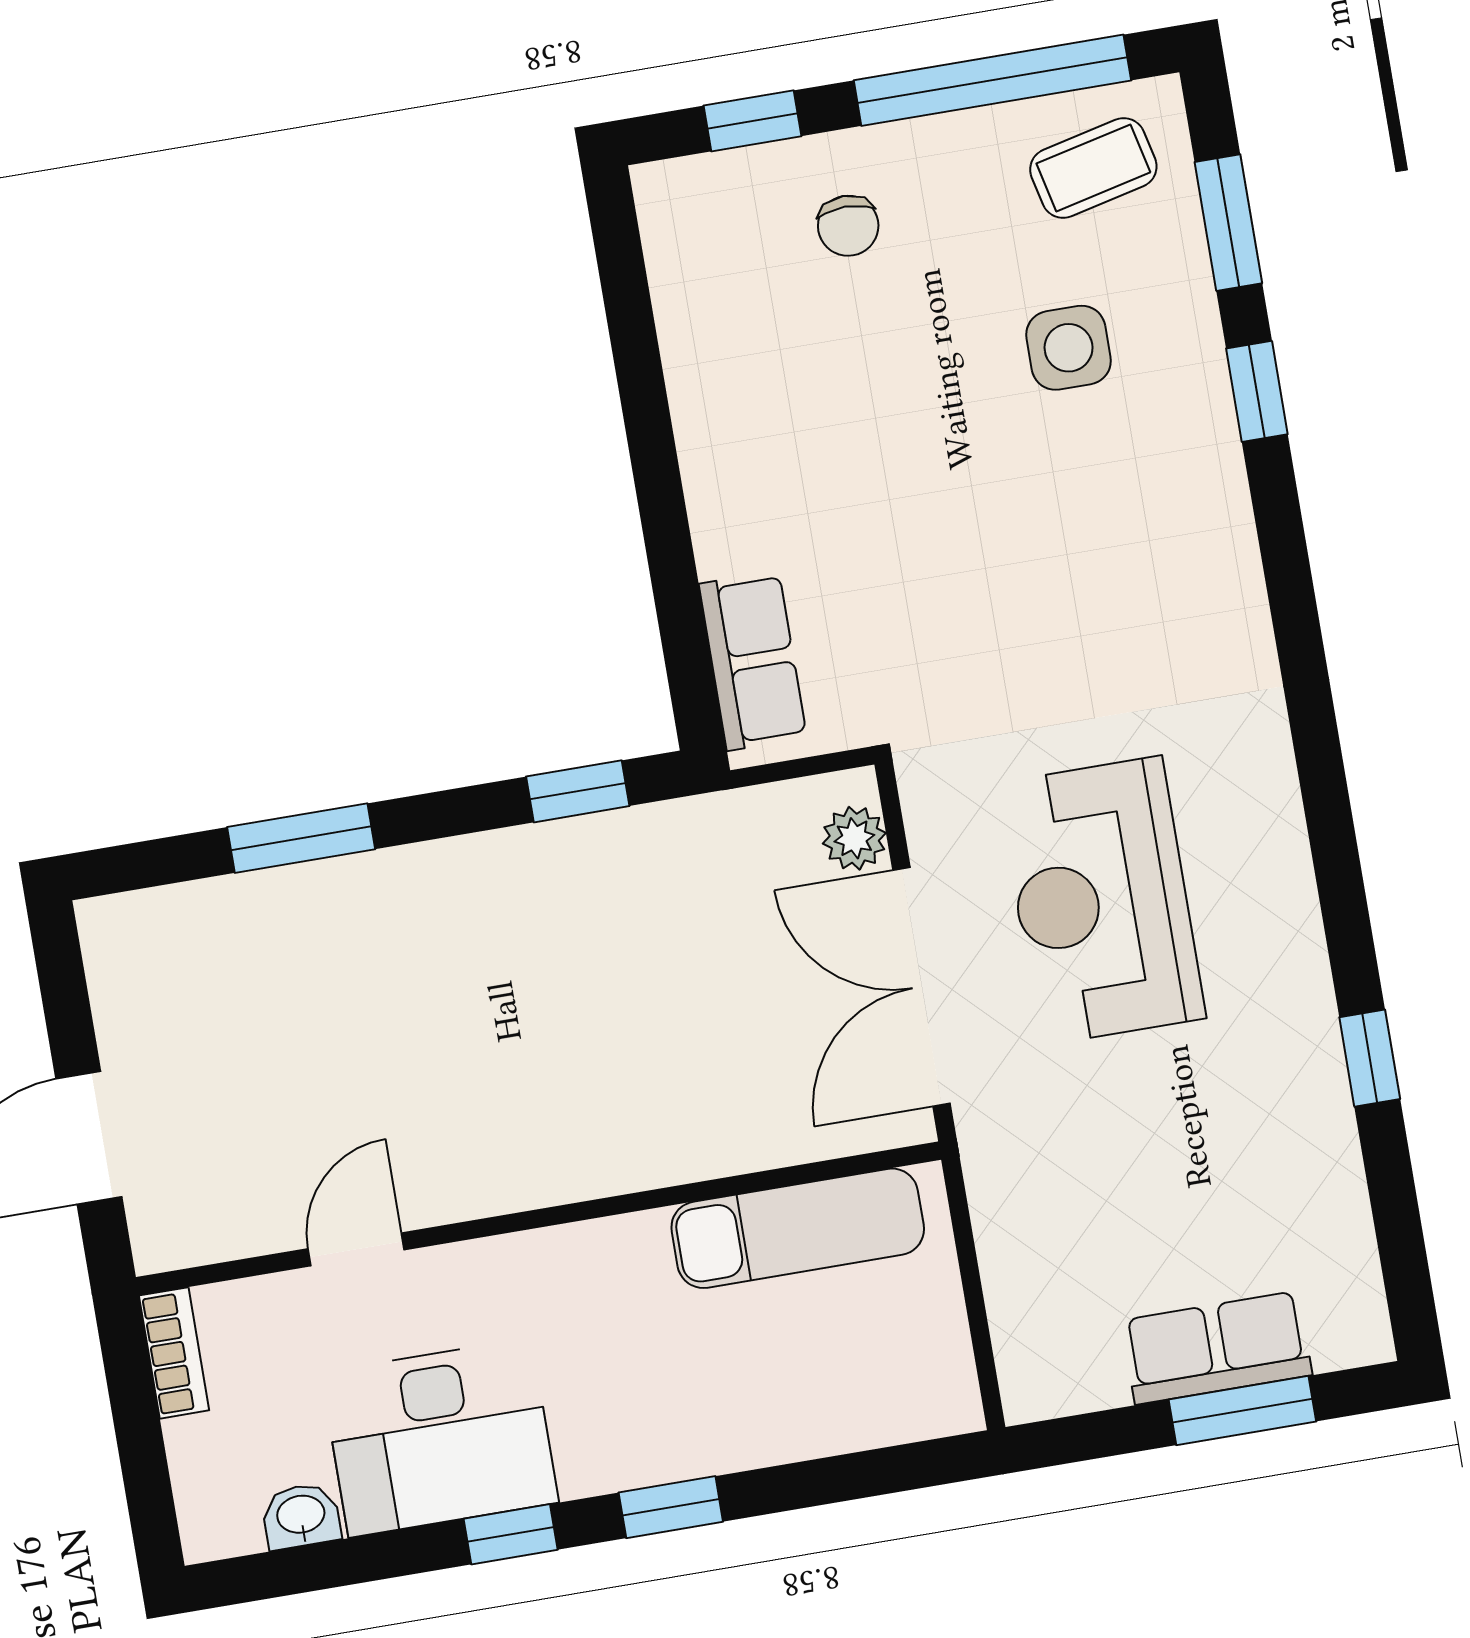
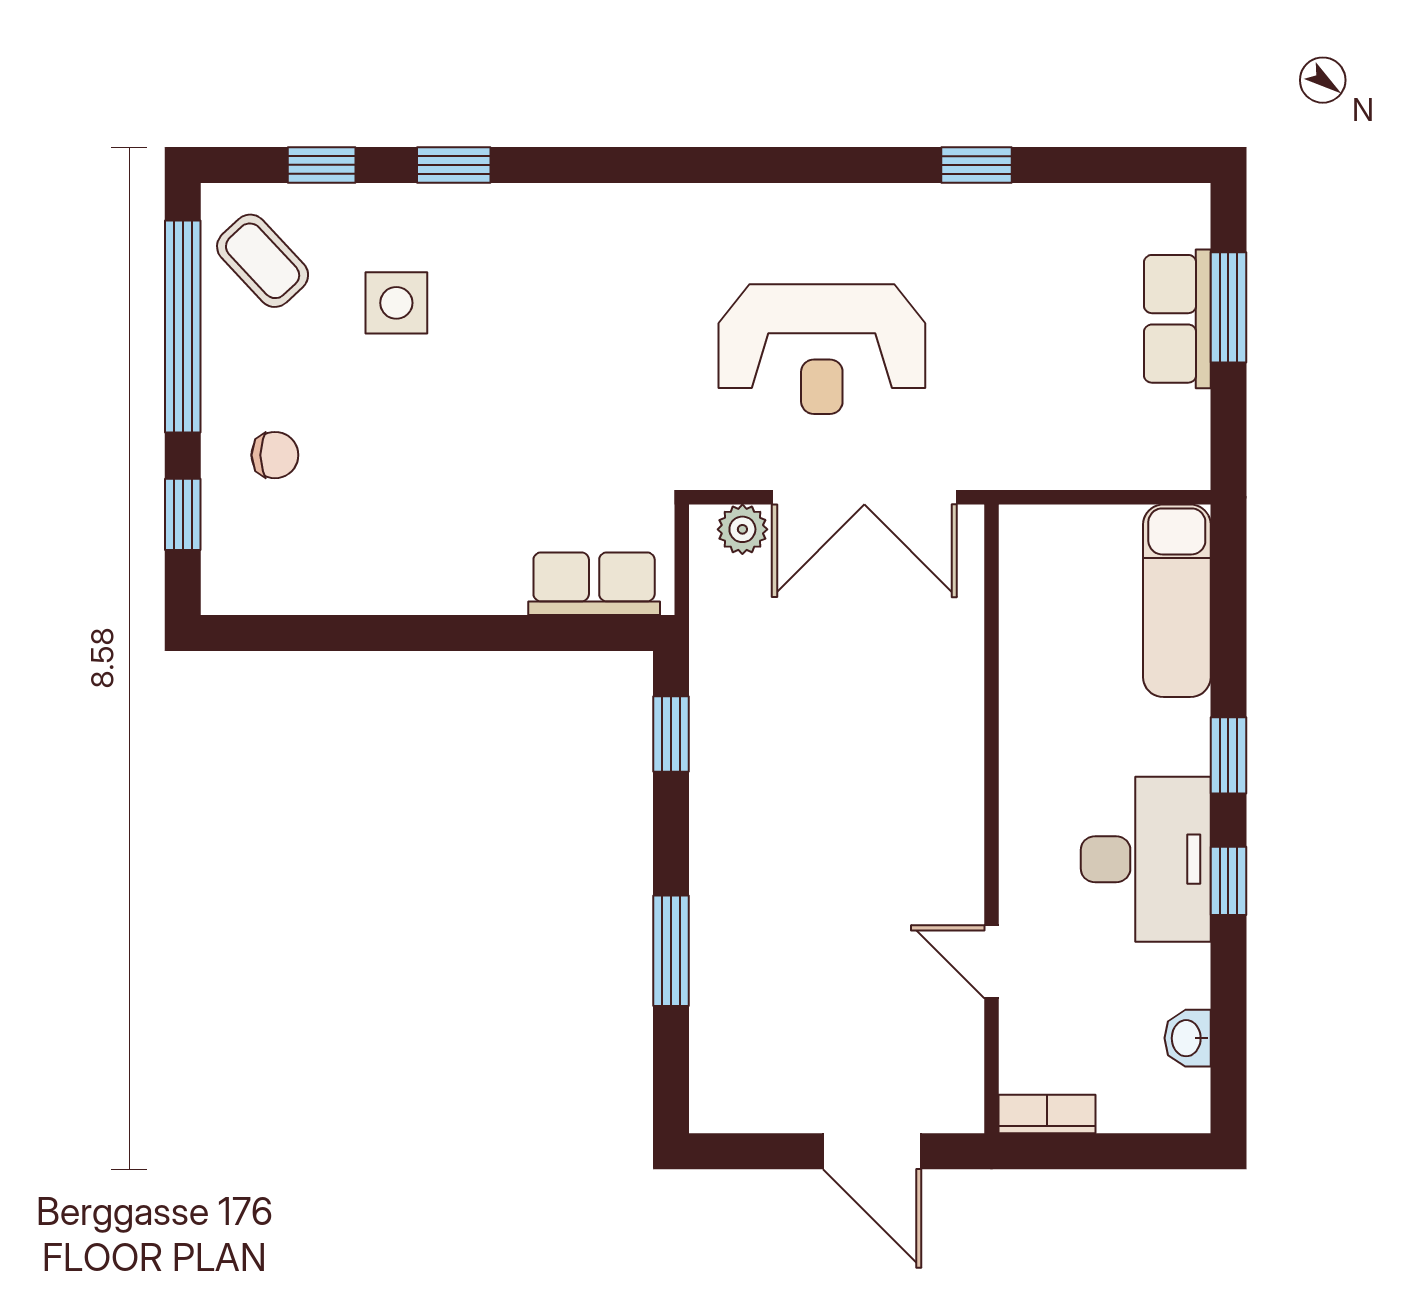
coffee table: (1093, 168) -> (263, 261), turned -30
window: (1228, 223) -> (322, 165), width x0.67
exam couch: (798, 1228) -> (1177, 601), moved, turned 180
desk: (440, 1438) -> (1146, 859), moved

